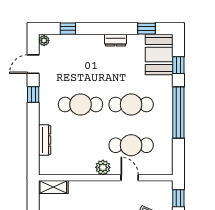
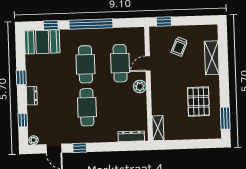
window: (147, 29) -> (21, 77), moved
dresser: (115, 40) -> (32, 96), moved
dresser: (45, 140) -> (131, 136), moved

